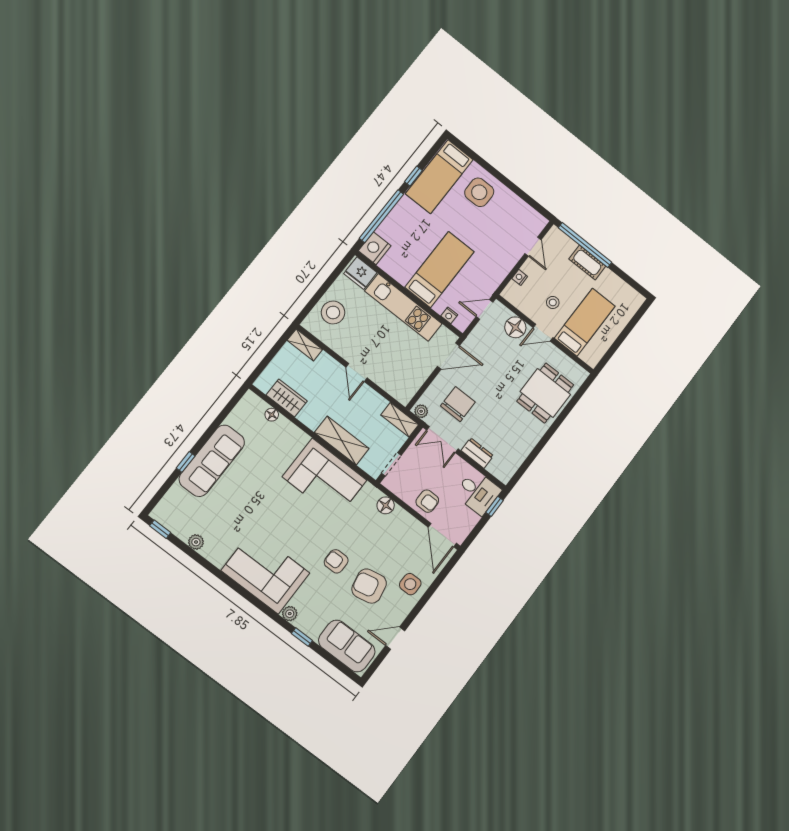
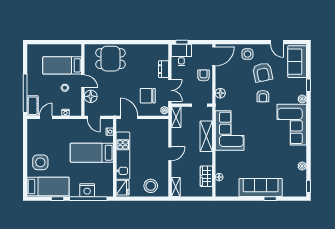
nightstand: (375, 248) -> (87, 190), moved
cot: (587, 262) -> (33, 106), moved

